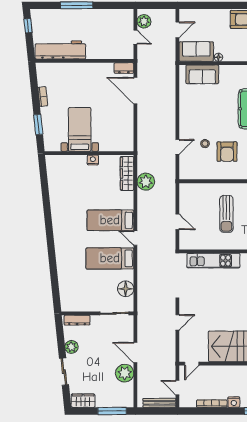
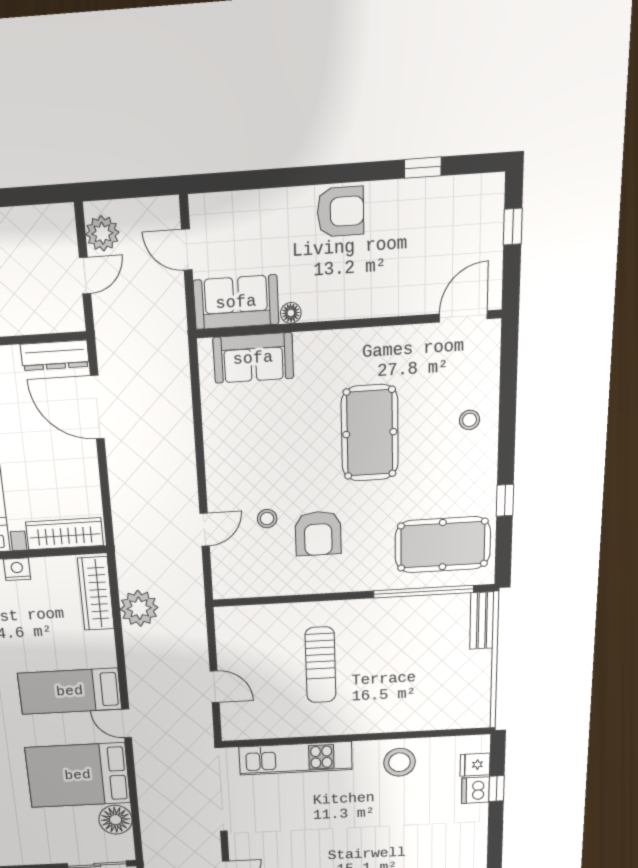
door: (177, 30) -> (187, 250), swing flipped
door: (135, 37) -> (85, 276), hinge flipped
dresser: (124, 68) -> (55, 355), width x1.44
wardrobe: (116, 145) -> (65, 534), added
bed: (110, 258) -> (78, 775), width x1.50

